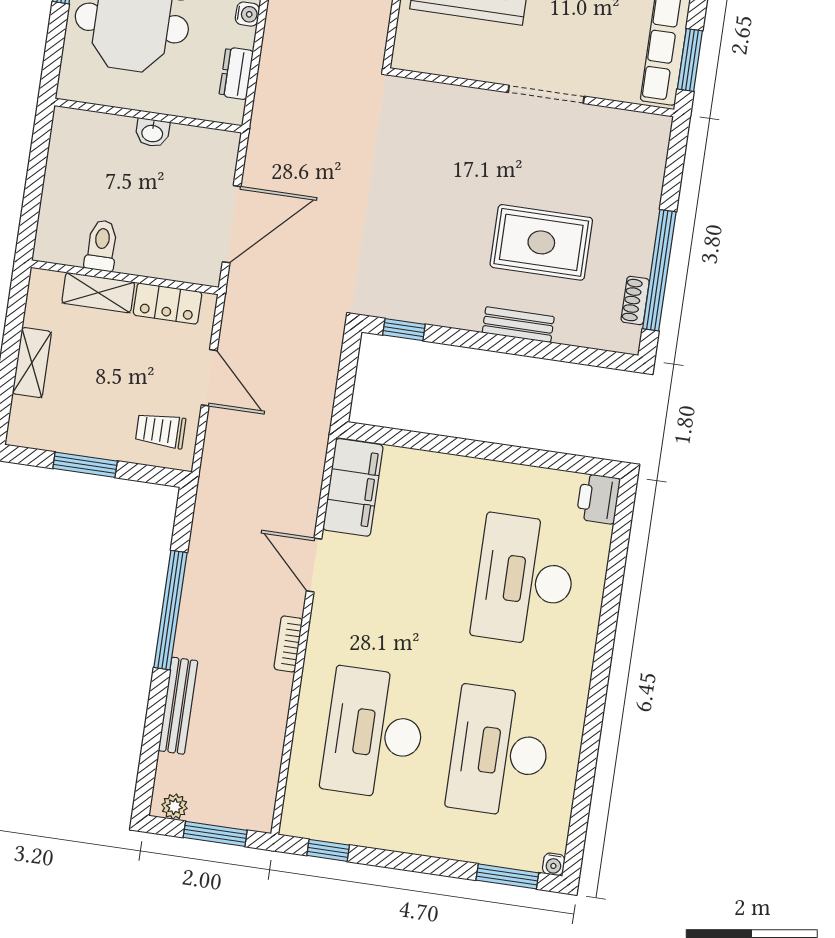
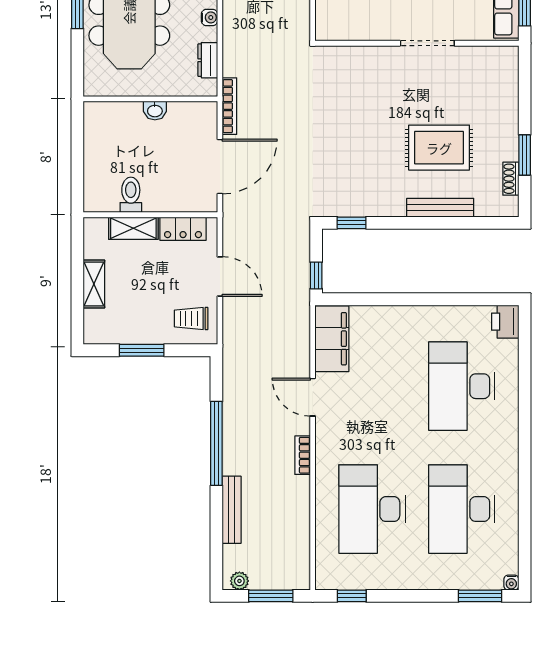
bookcase: (257, 142) -> (229, 106), added
window: (659, 270) -> (525, 155), width x0.47
bench: (518, 325) -> (440, 208), width x1.36
window: (344, 396) -> (316, 275), added

